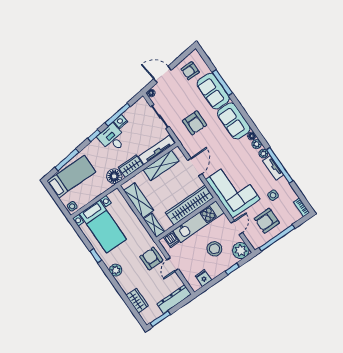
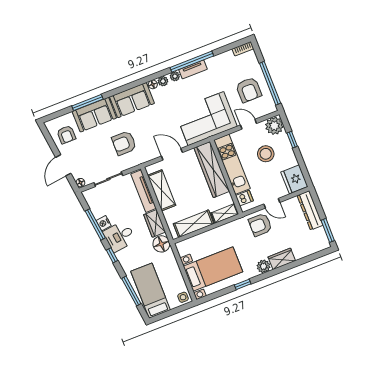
armchair: (195, 123) -> (124, 143), turned 180
side table: (273, 195) -> (223, 76), removed
fridge: (203, 278) -> (294, 179), width x1.88, depth x1.34
wardrobe: (137, 301) -> (282, 259), moved

